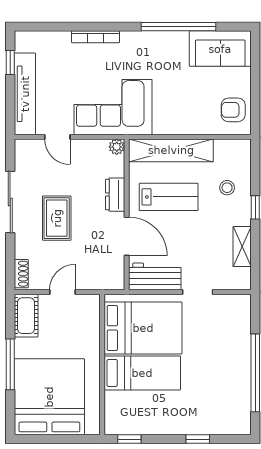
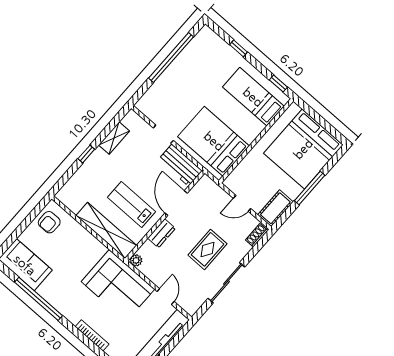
armchair: (233, 110) -> (49, 222), turned 90
stool: (227, 188) -> (93, 180), removed
bed: (142, 373) -> (253, 97), moved

